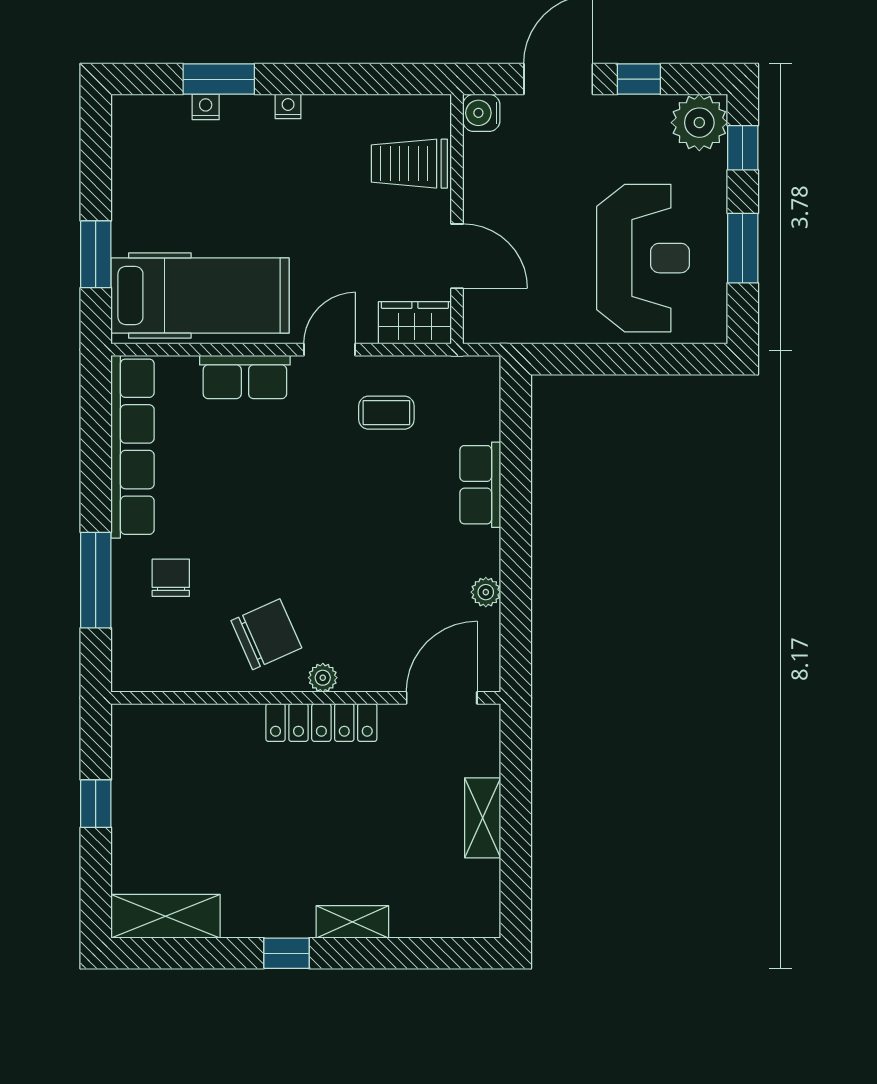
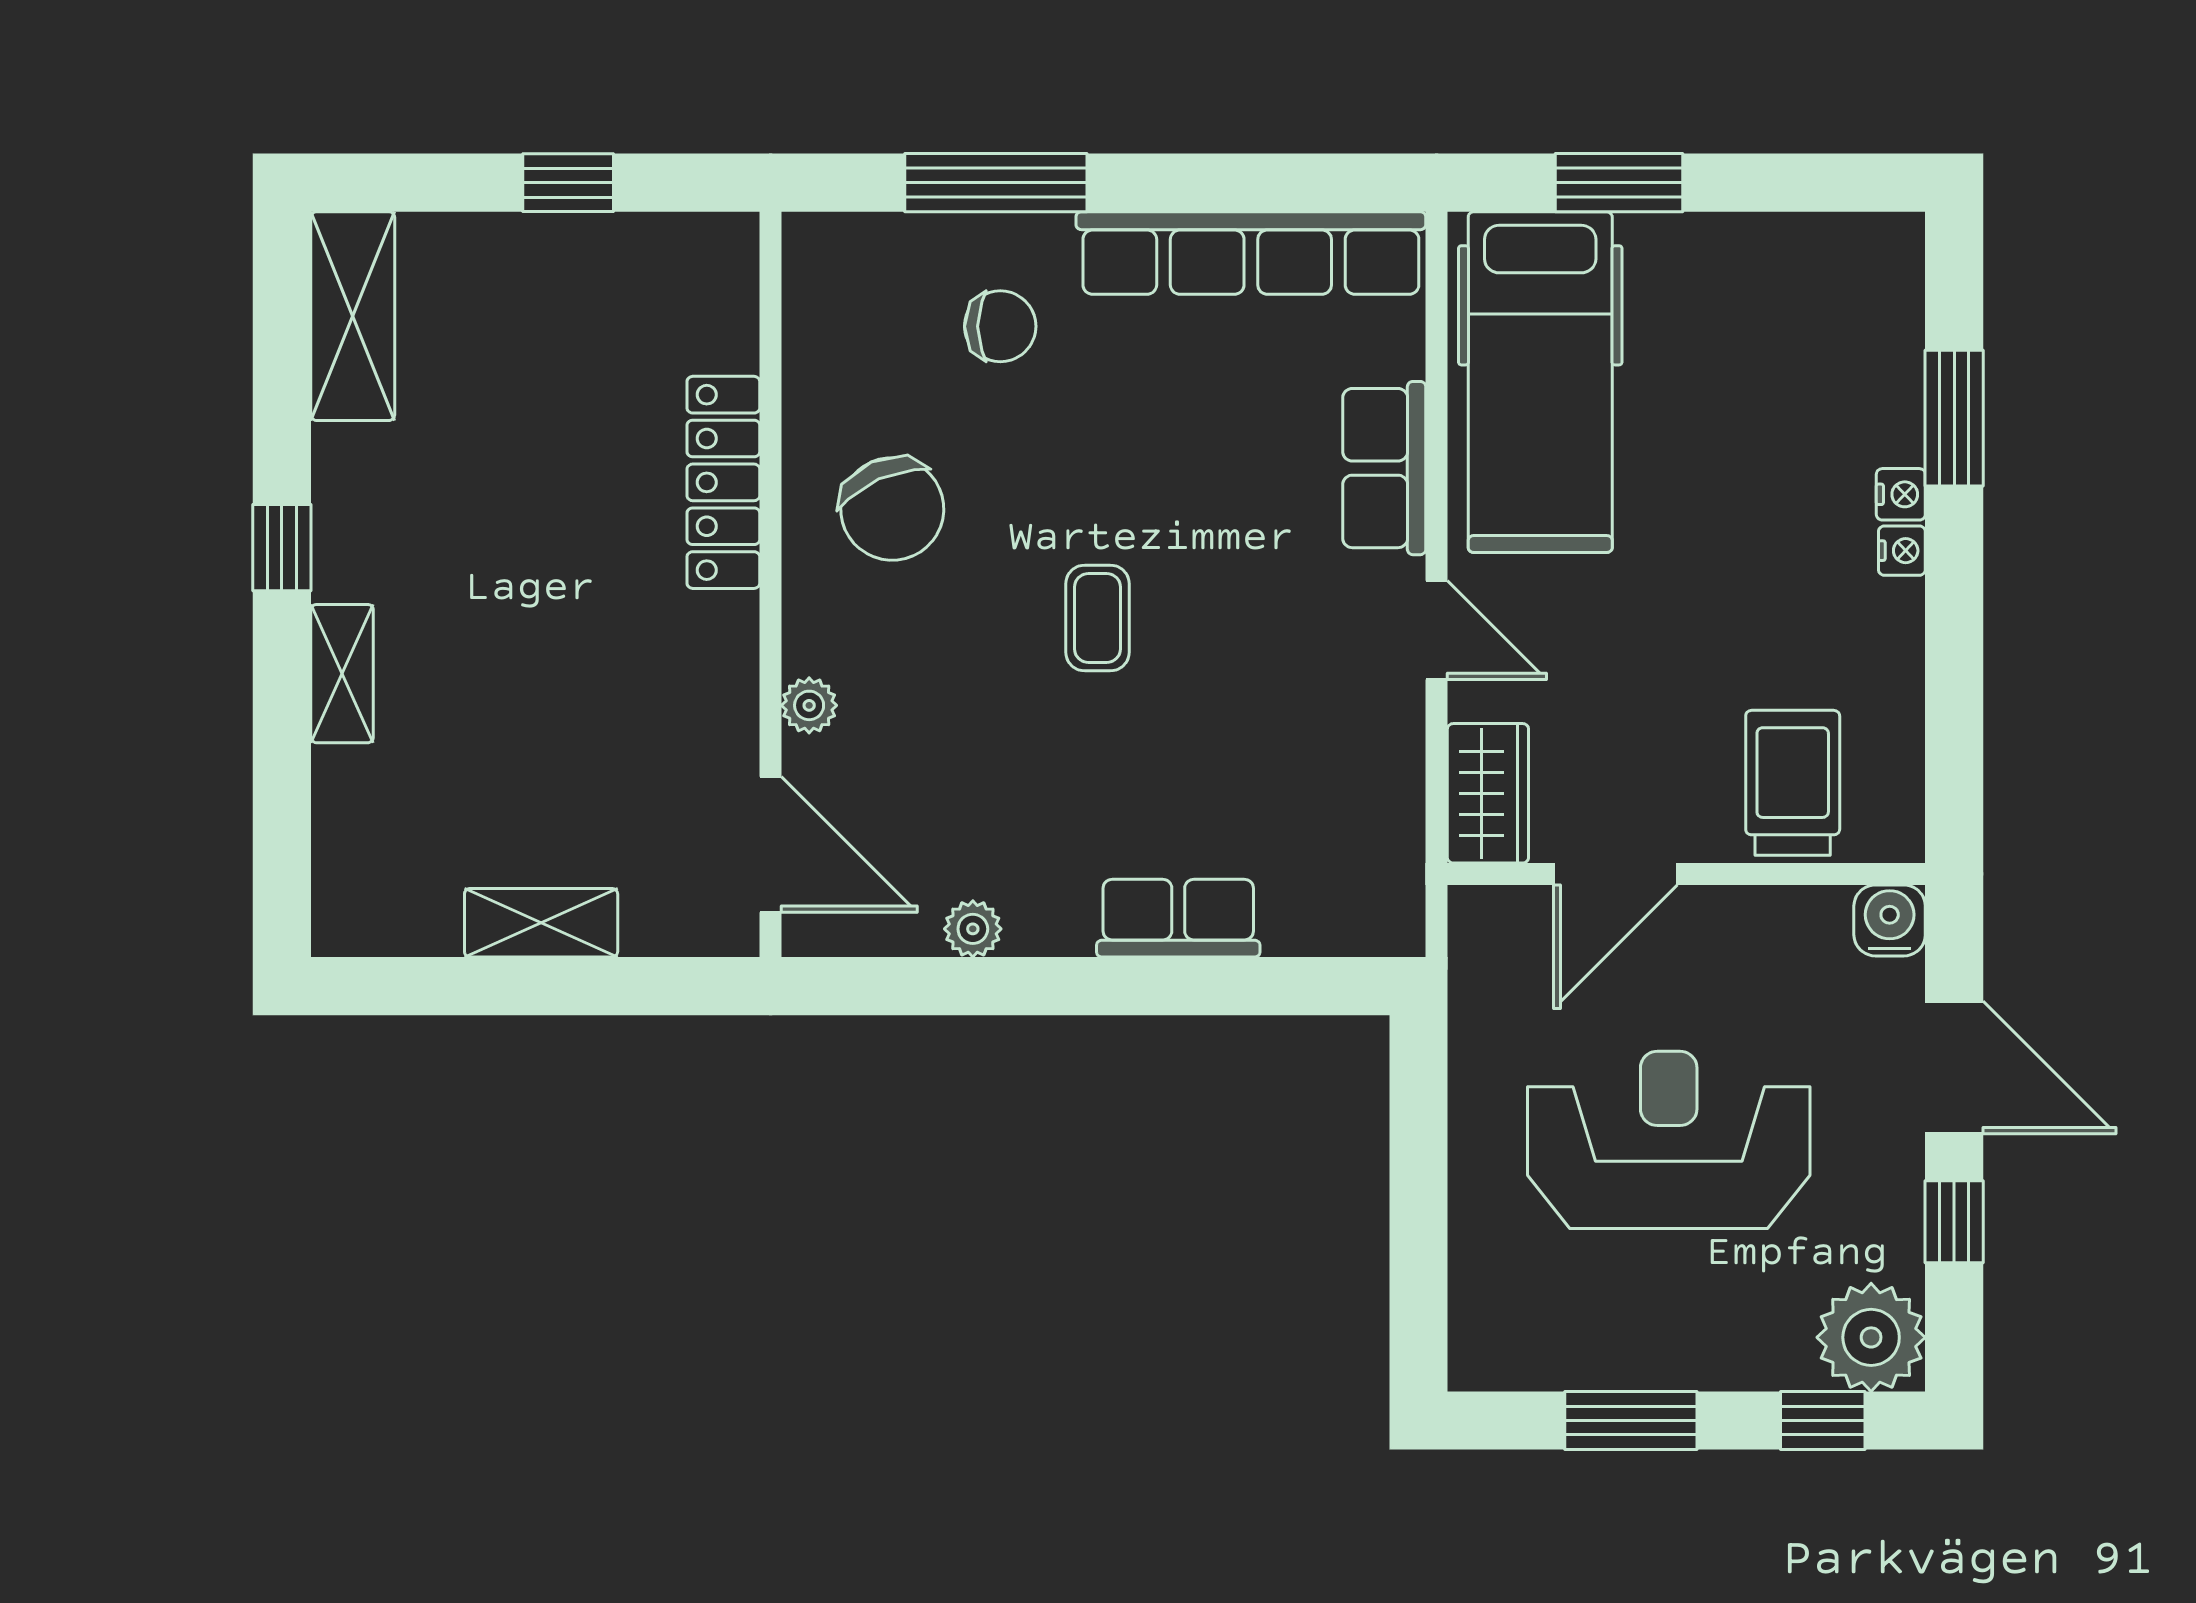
nightstand: (206, 107) -> (1901, 494), moved
reception desk: (643, 258) -> (1669, 1140), moved, turned 180
coffee table: (386, 413) -> (1098, 618), moved
plant: (323, 678) -> (809, 705), moved
locker: (321, 722) -> (723, 482), moved

